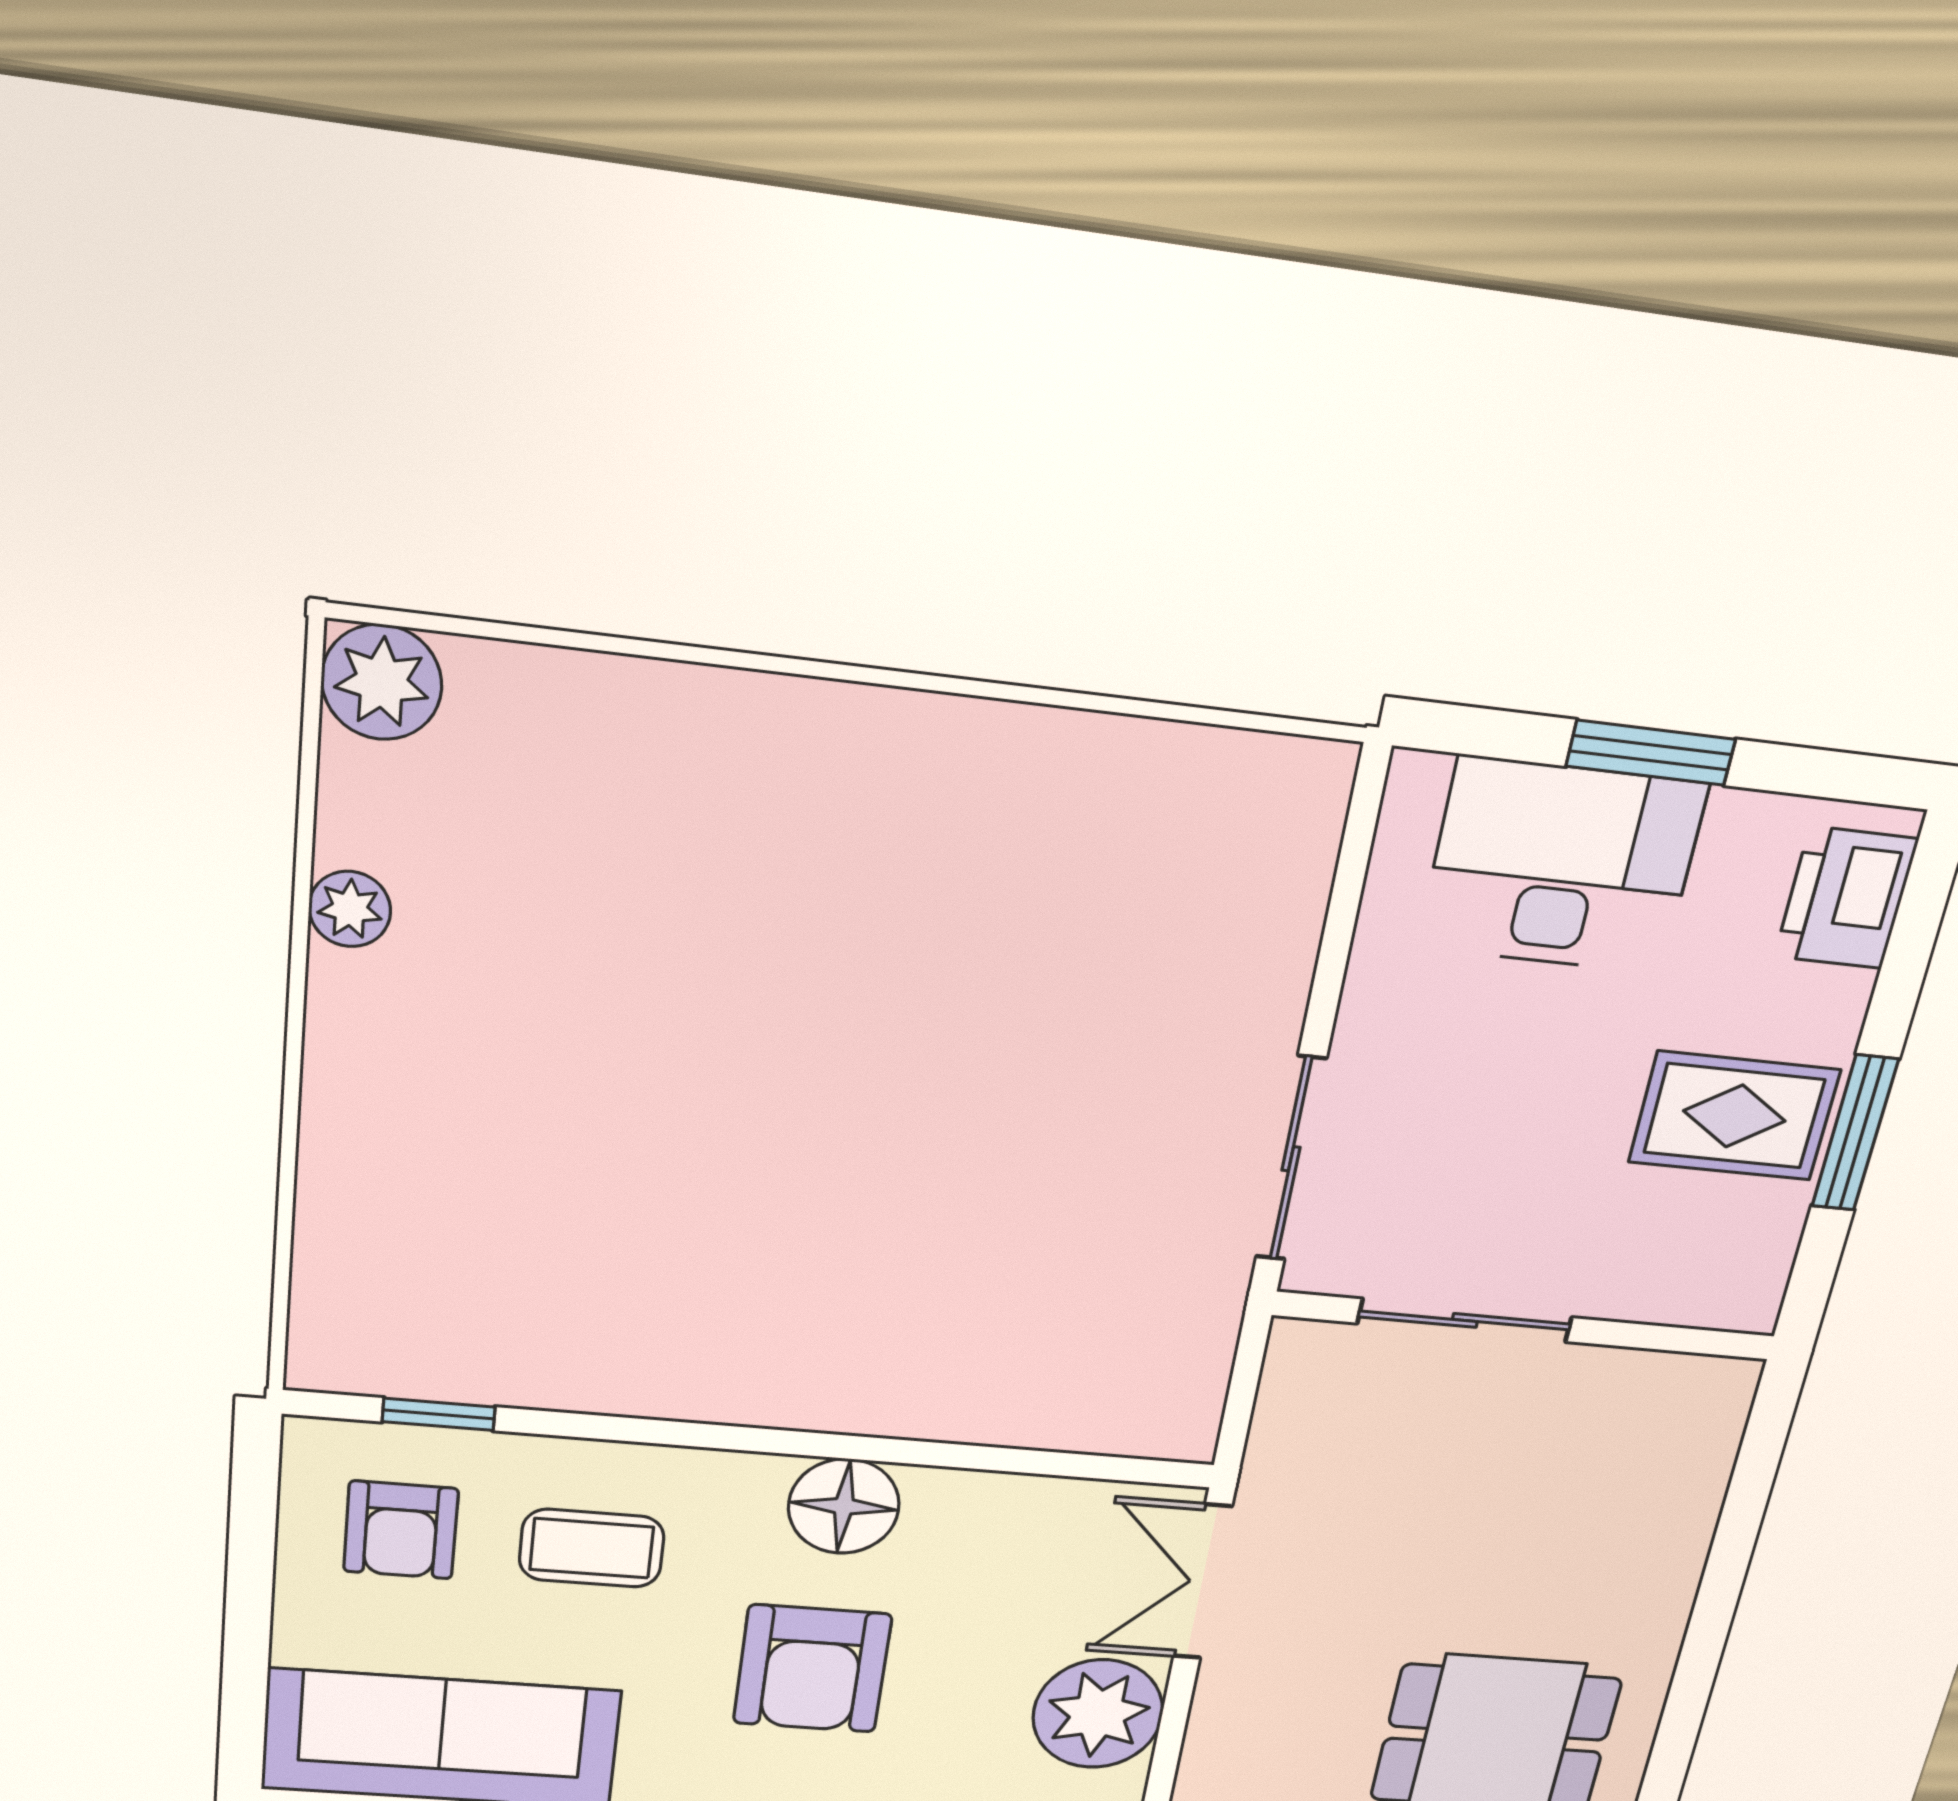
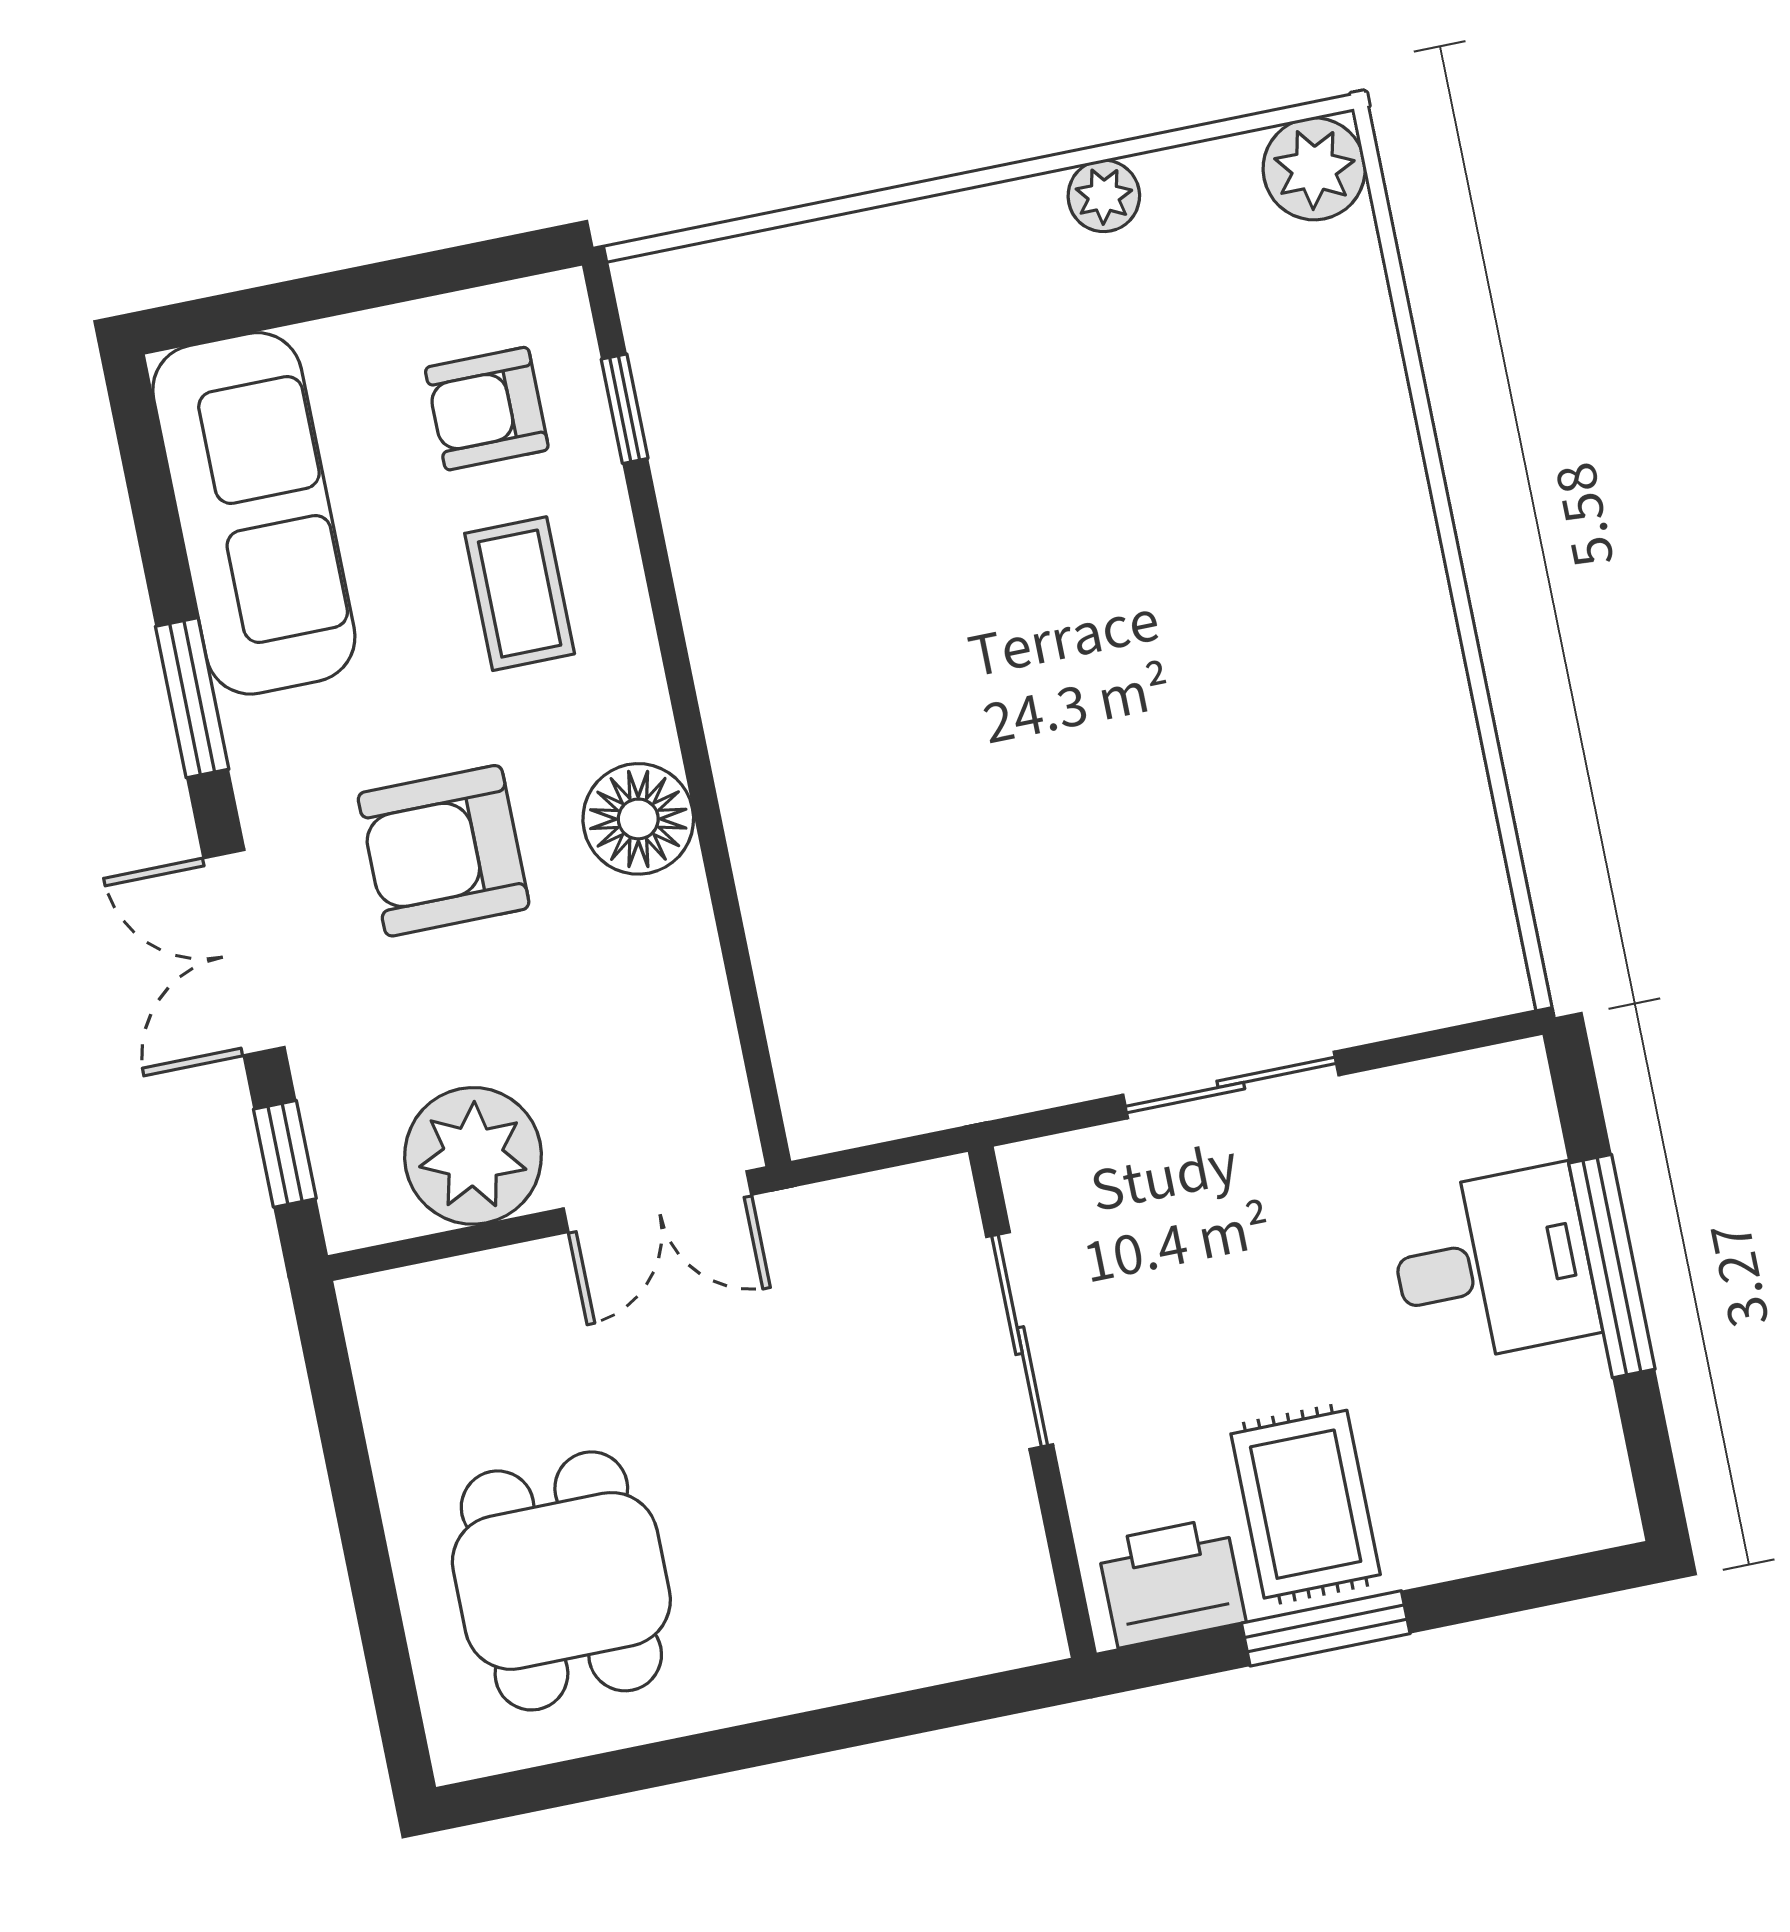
window: (1651, 753) -> (1612, 1266), width x1.44
desk: (1562, 866) -> (1493, 1265), width x0.73
printer: (1846, 898) -> (1171, 1582), moved
sliding door: (1291, 1159) -> (1231, 1085), moved
double door: (1203, 1582) -> (658, 1202), swing flipped

